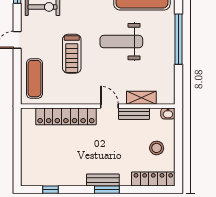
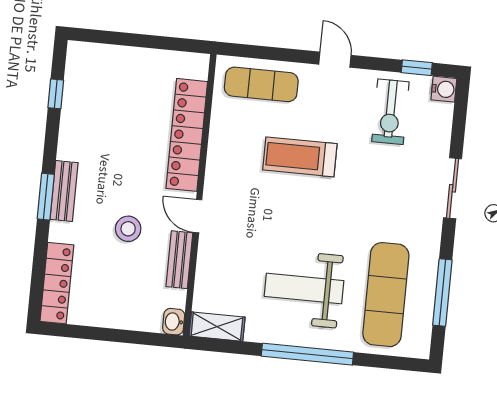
weight bench: (121, 42) -> (304, 288), moved, turned -90
shelving: (141, 98) -> (217, 327), moved, turned 90
door: (109, 106) -> (198, 216), swing flipped
stool: (157, 148) -> (128, 229), moved

